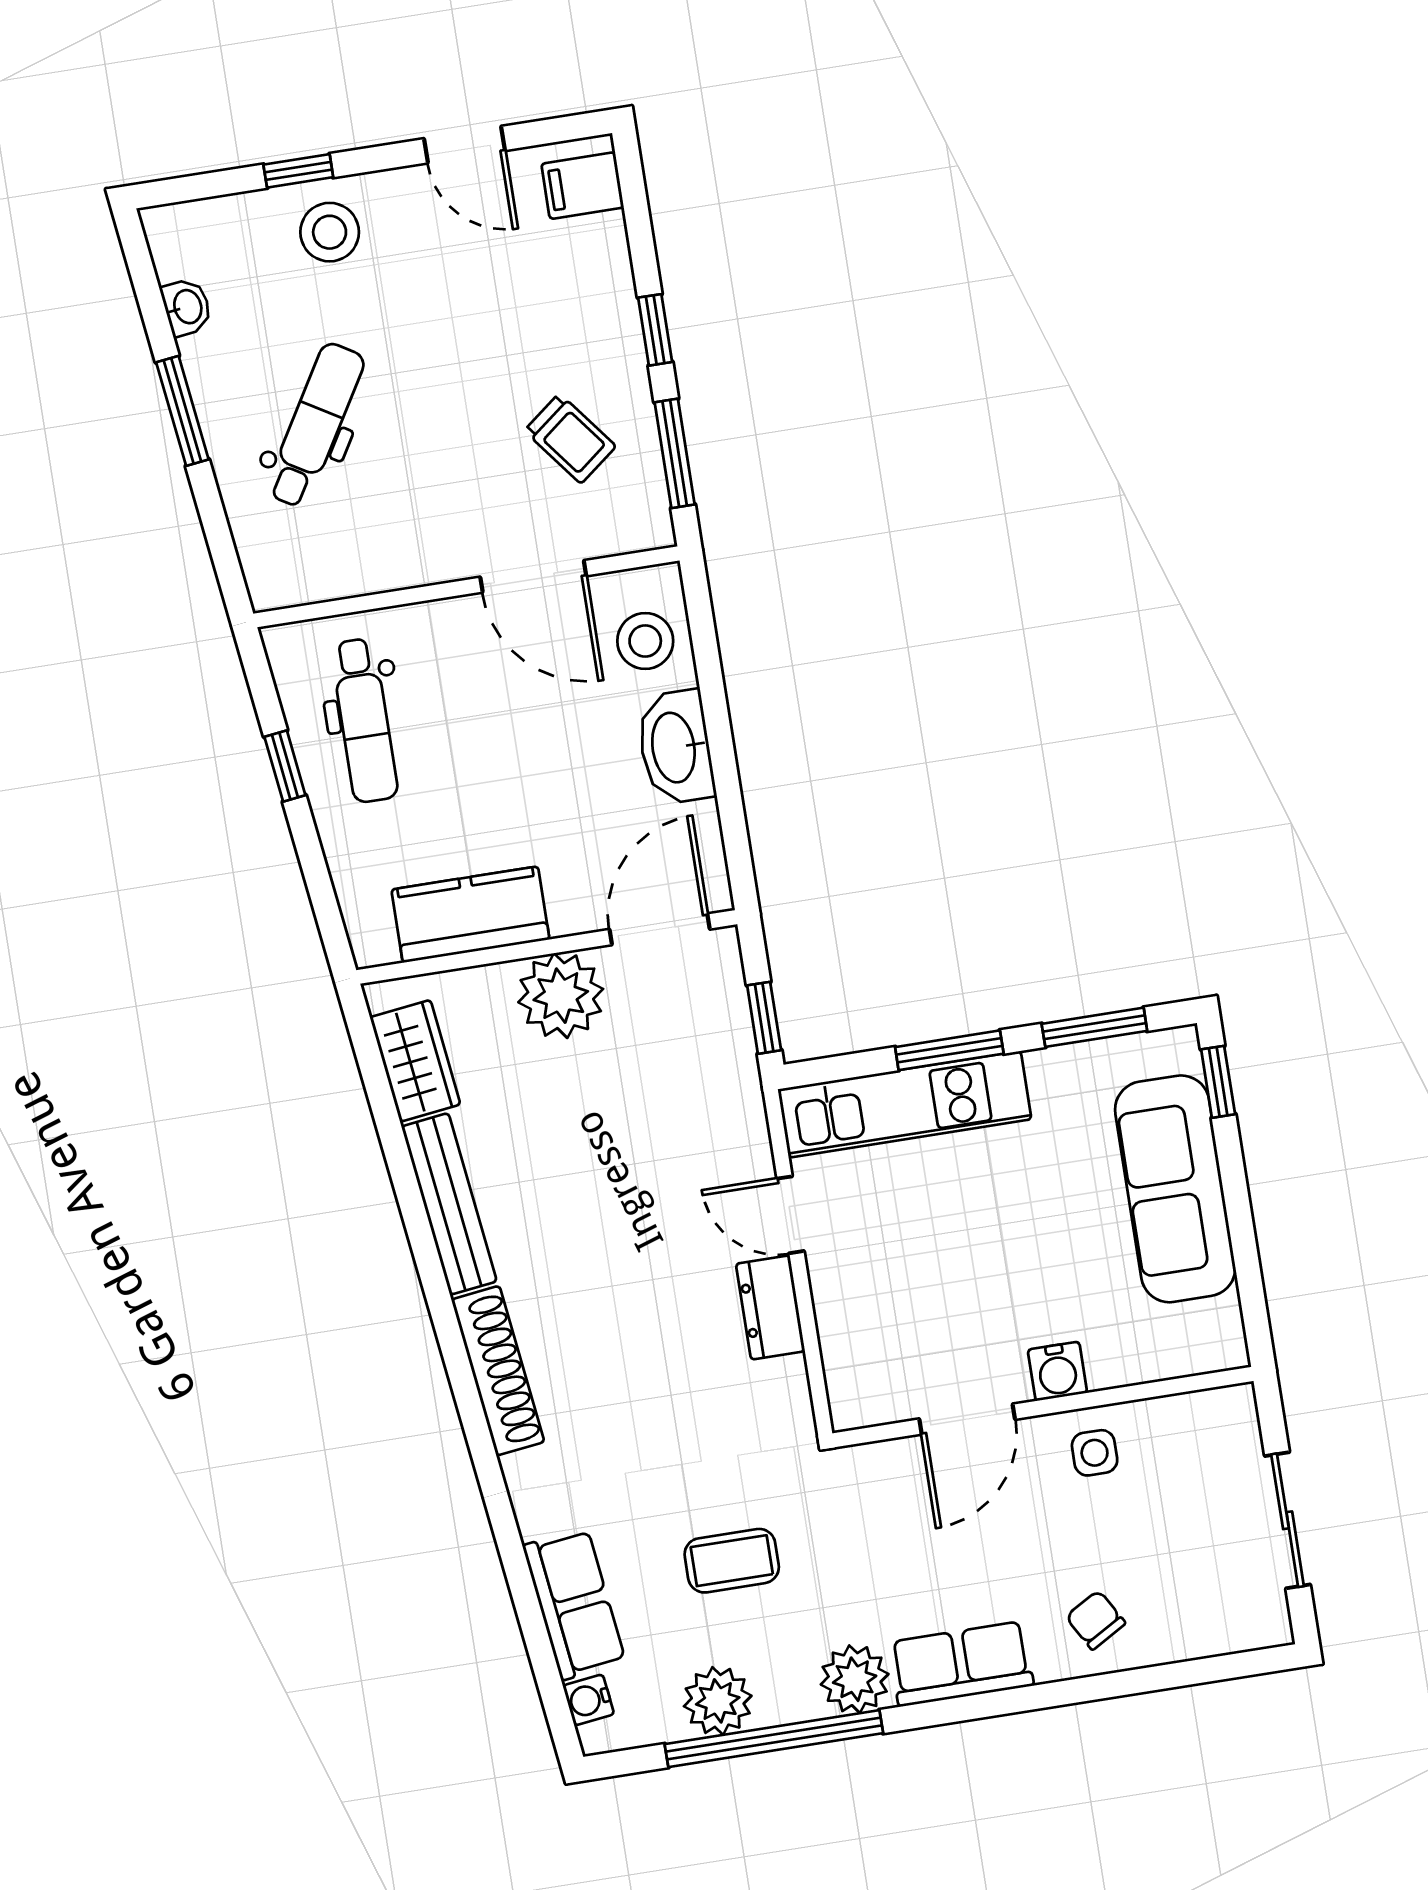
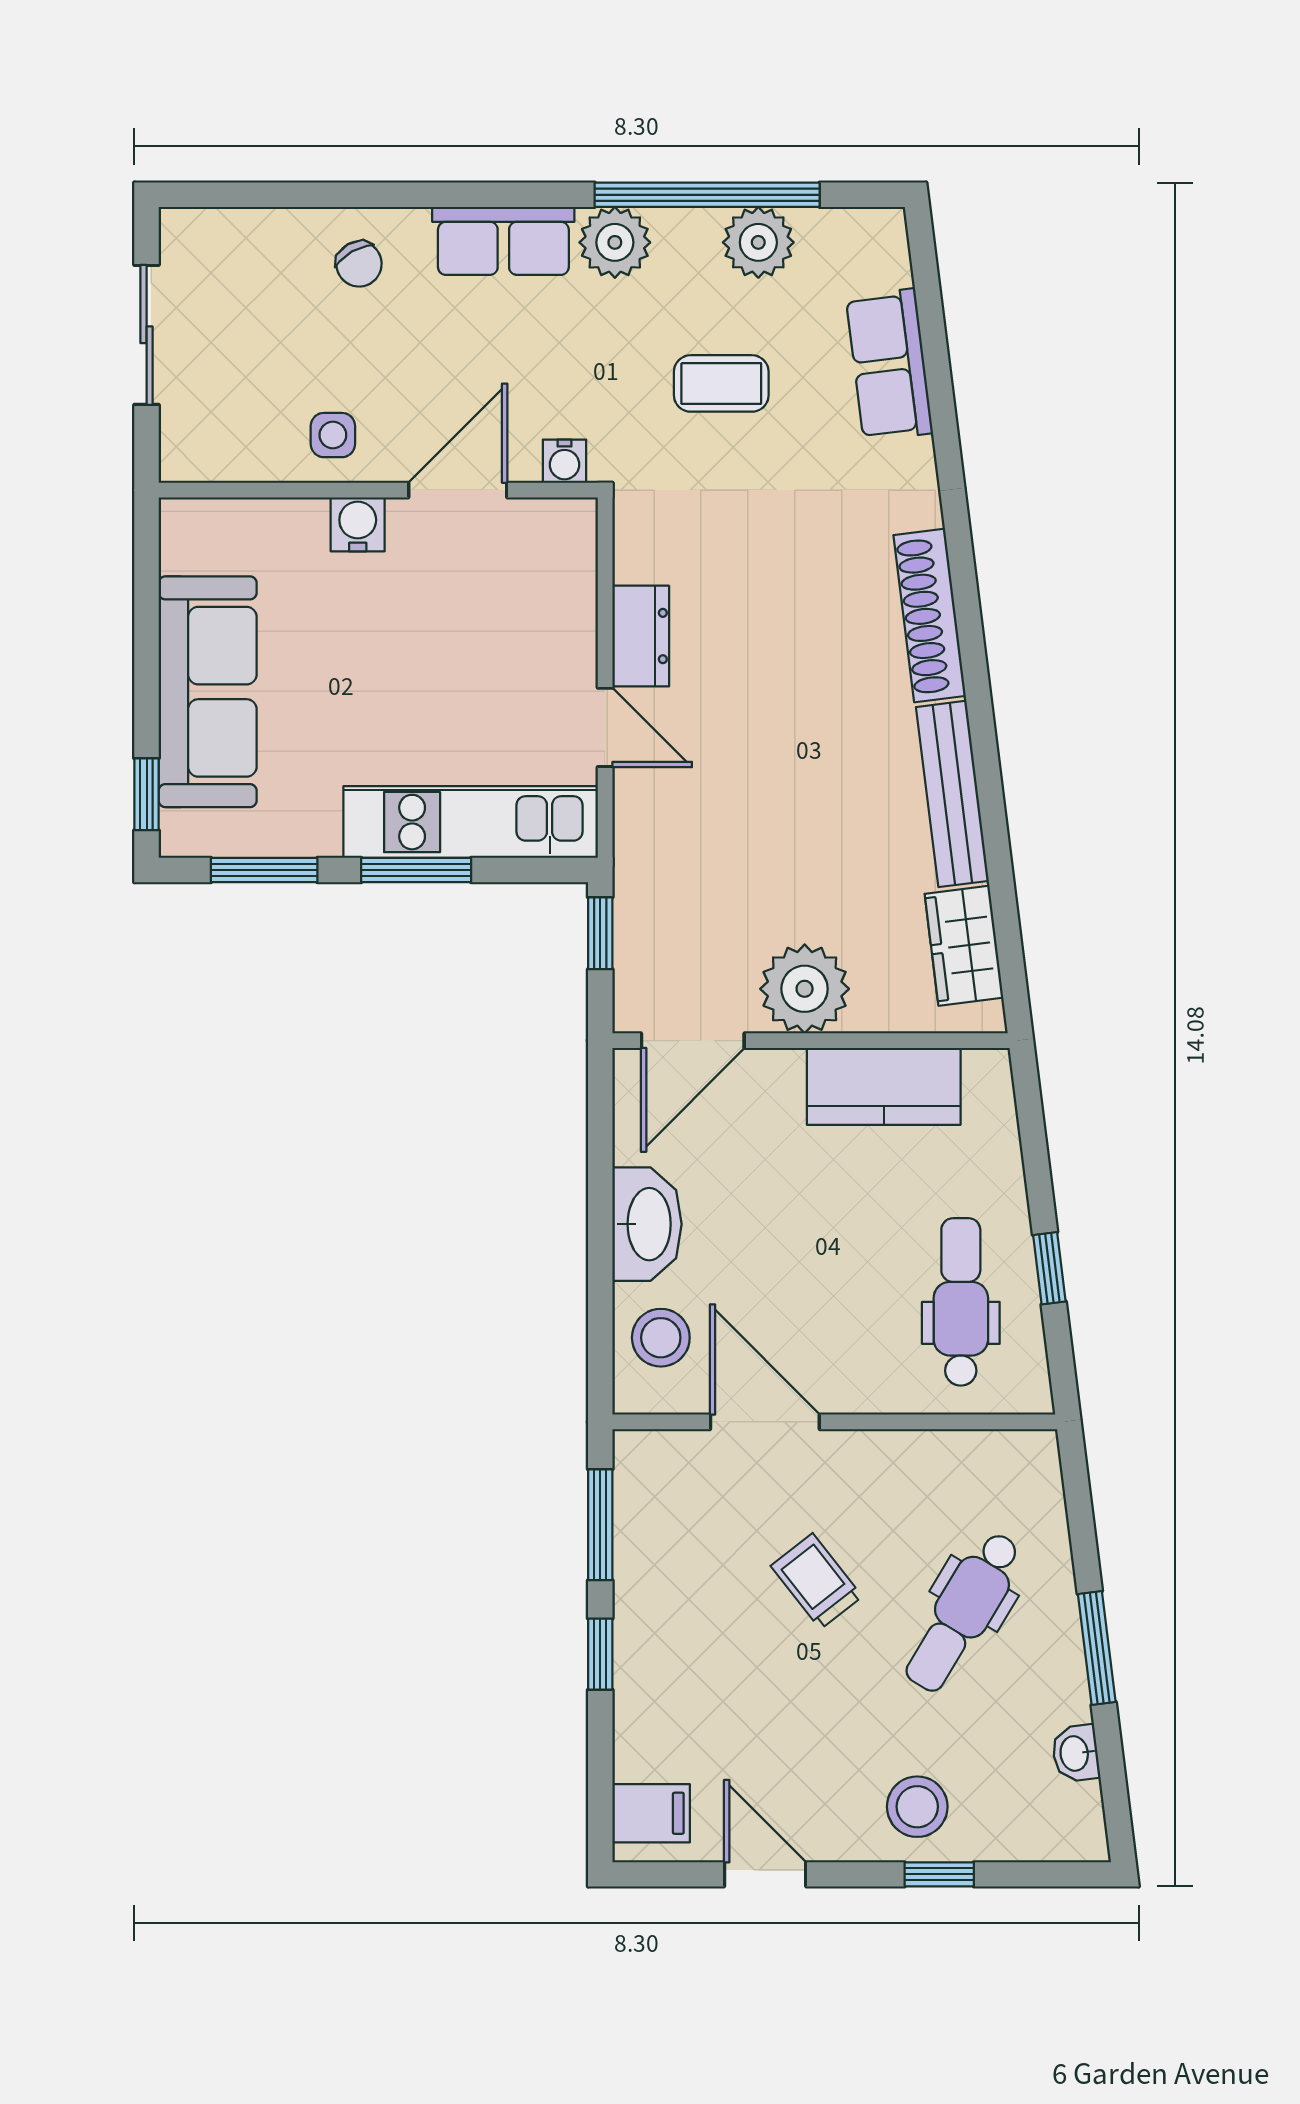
trolley: (570, 439) -> (816, 1581), moved
water cooler: (588, 1700) -> (564, 461), moved, turned 97

